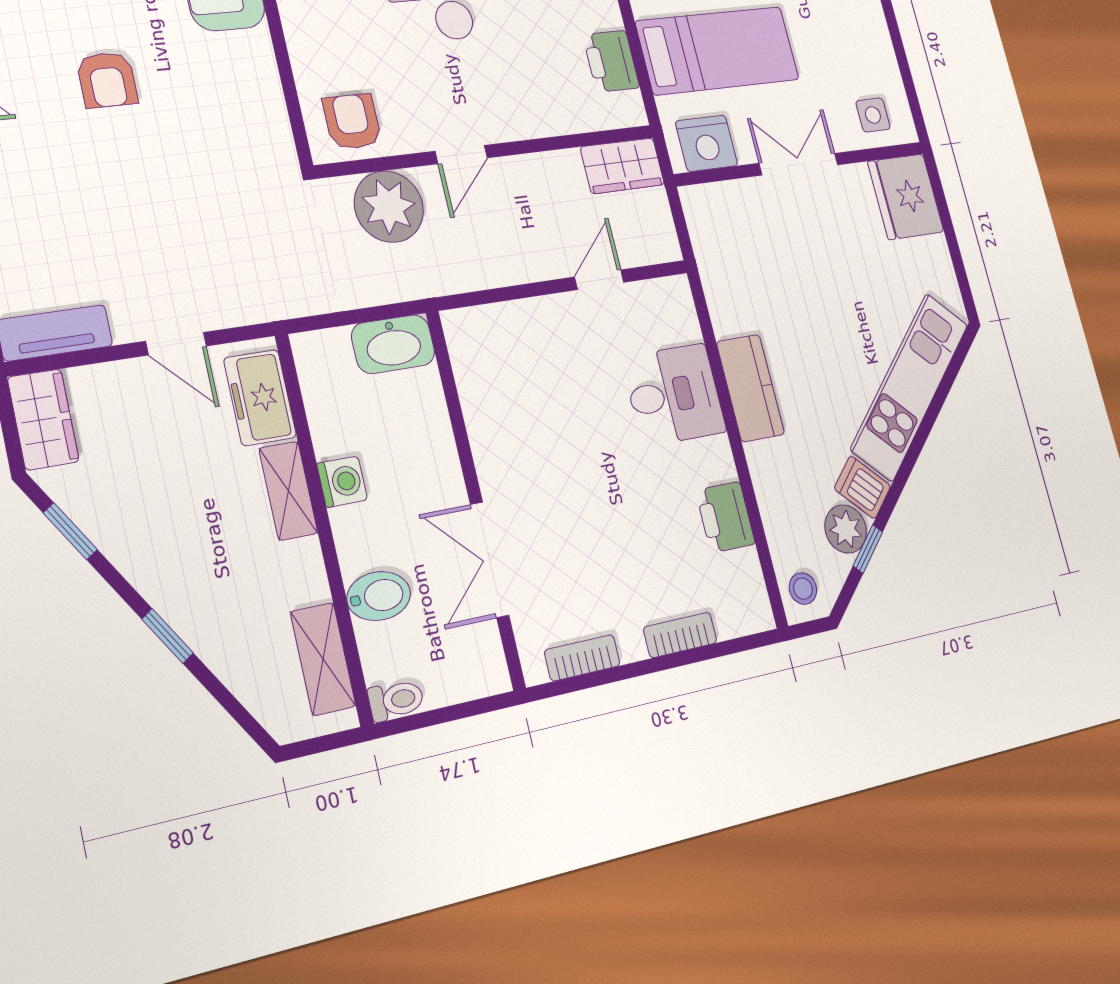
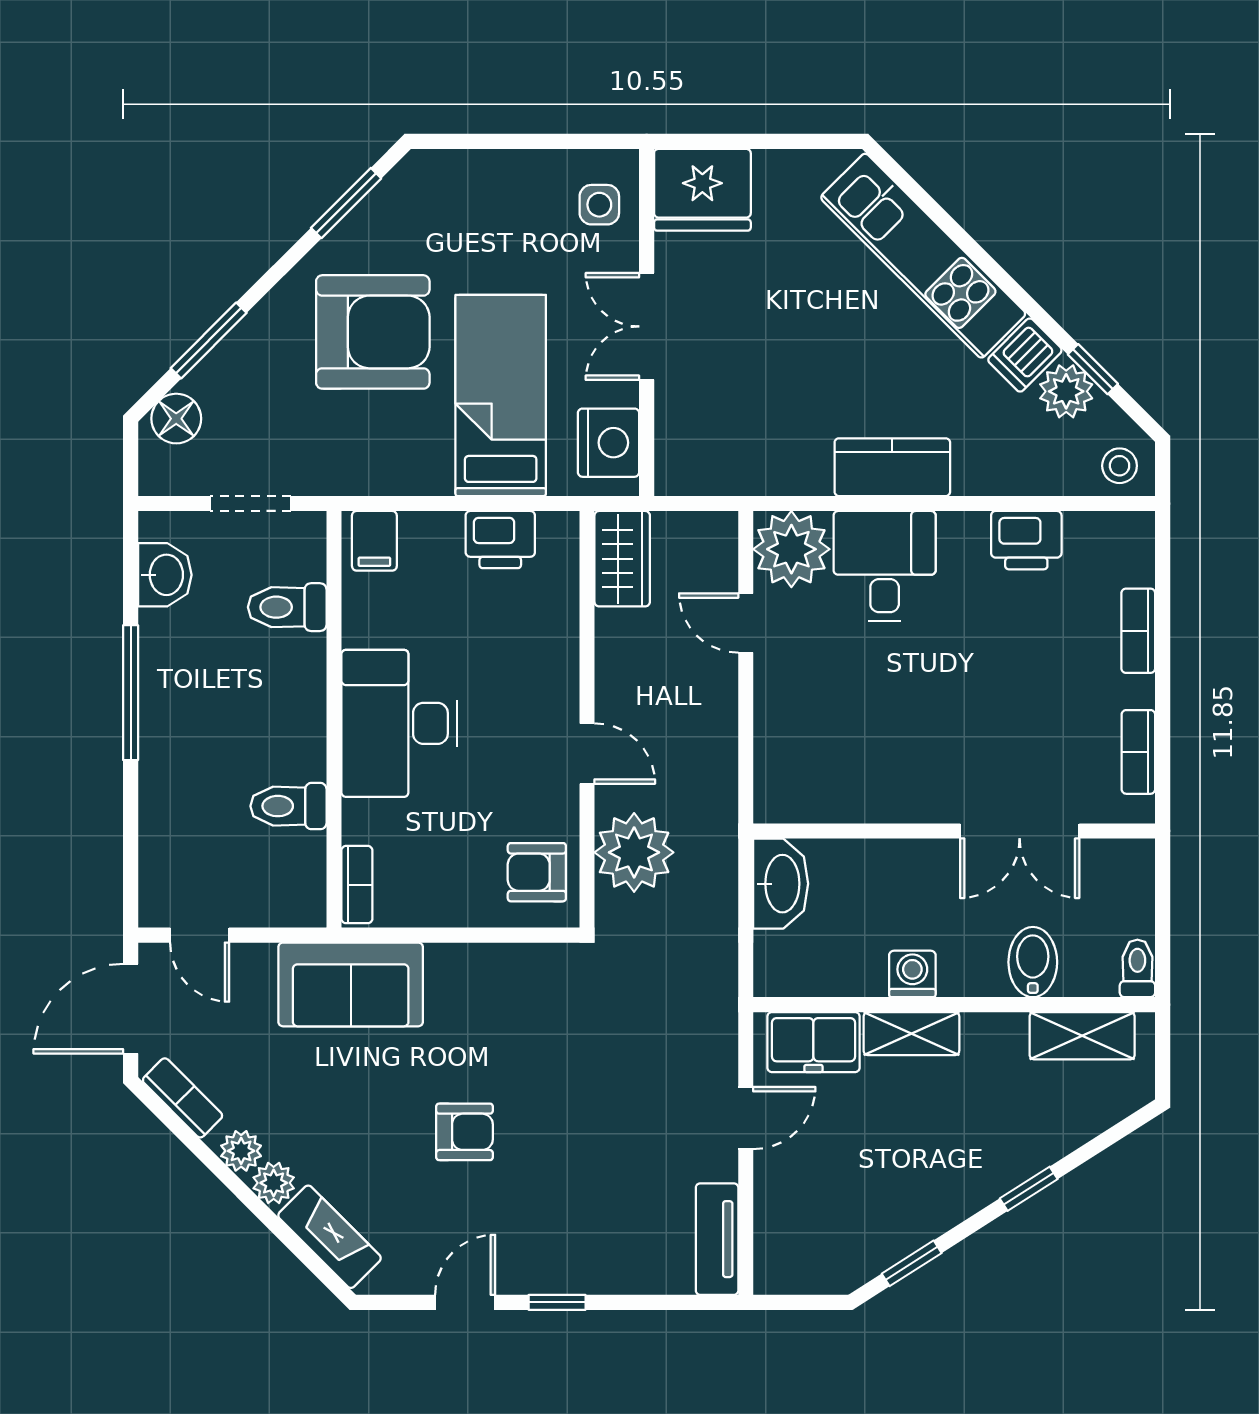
plant: (666, 311) -> (791, 549), added
wardrobe: (43, 419) -> (800, 1268), removed

